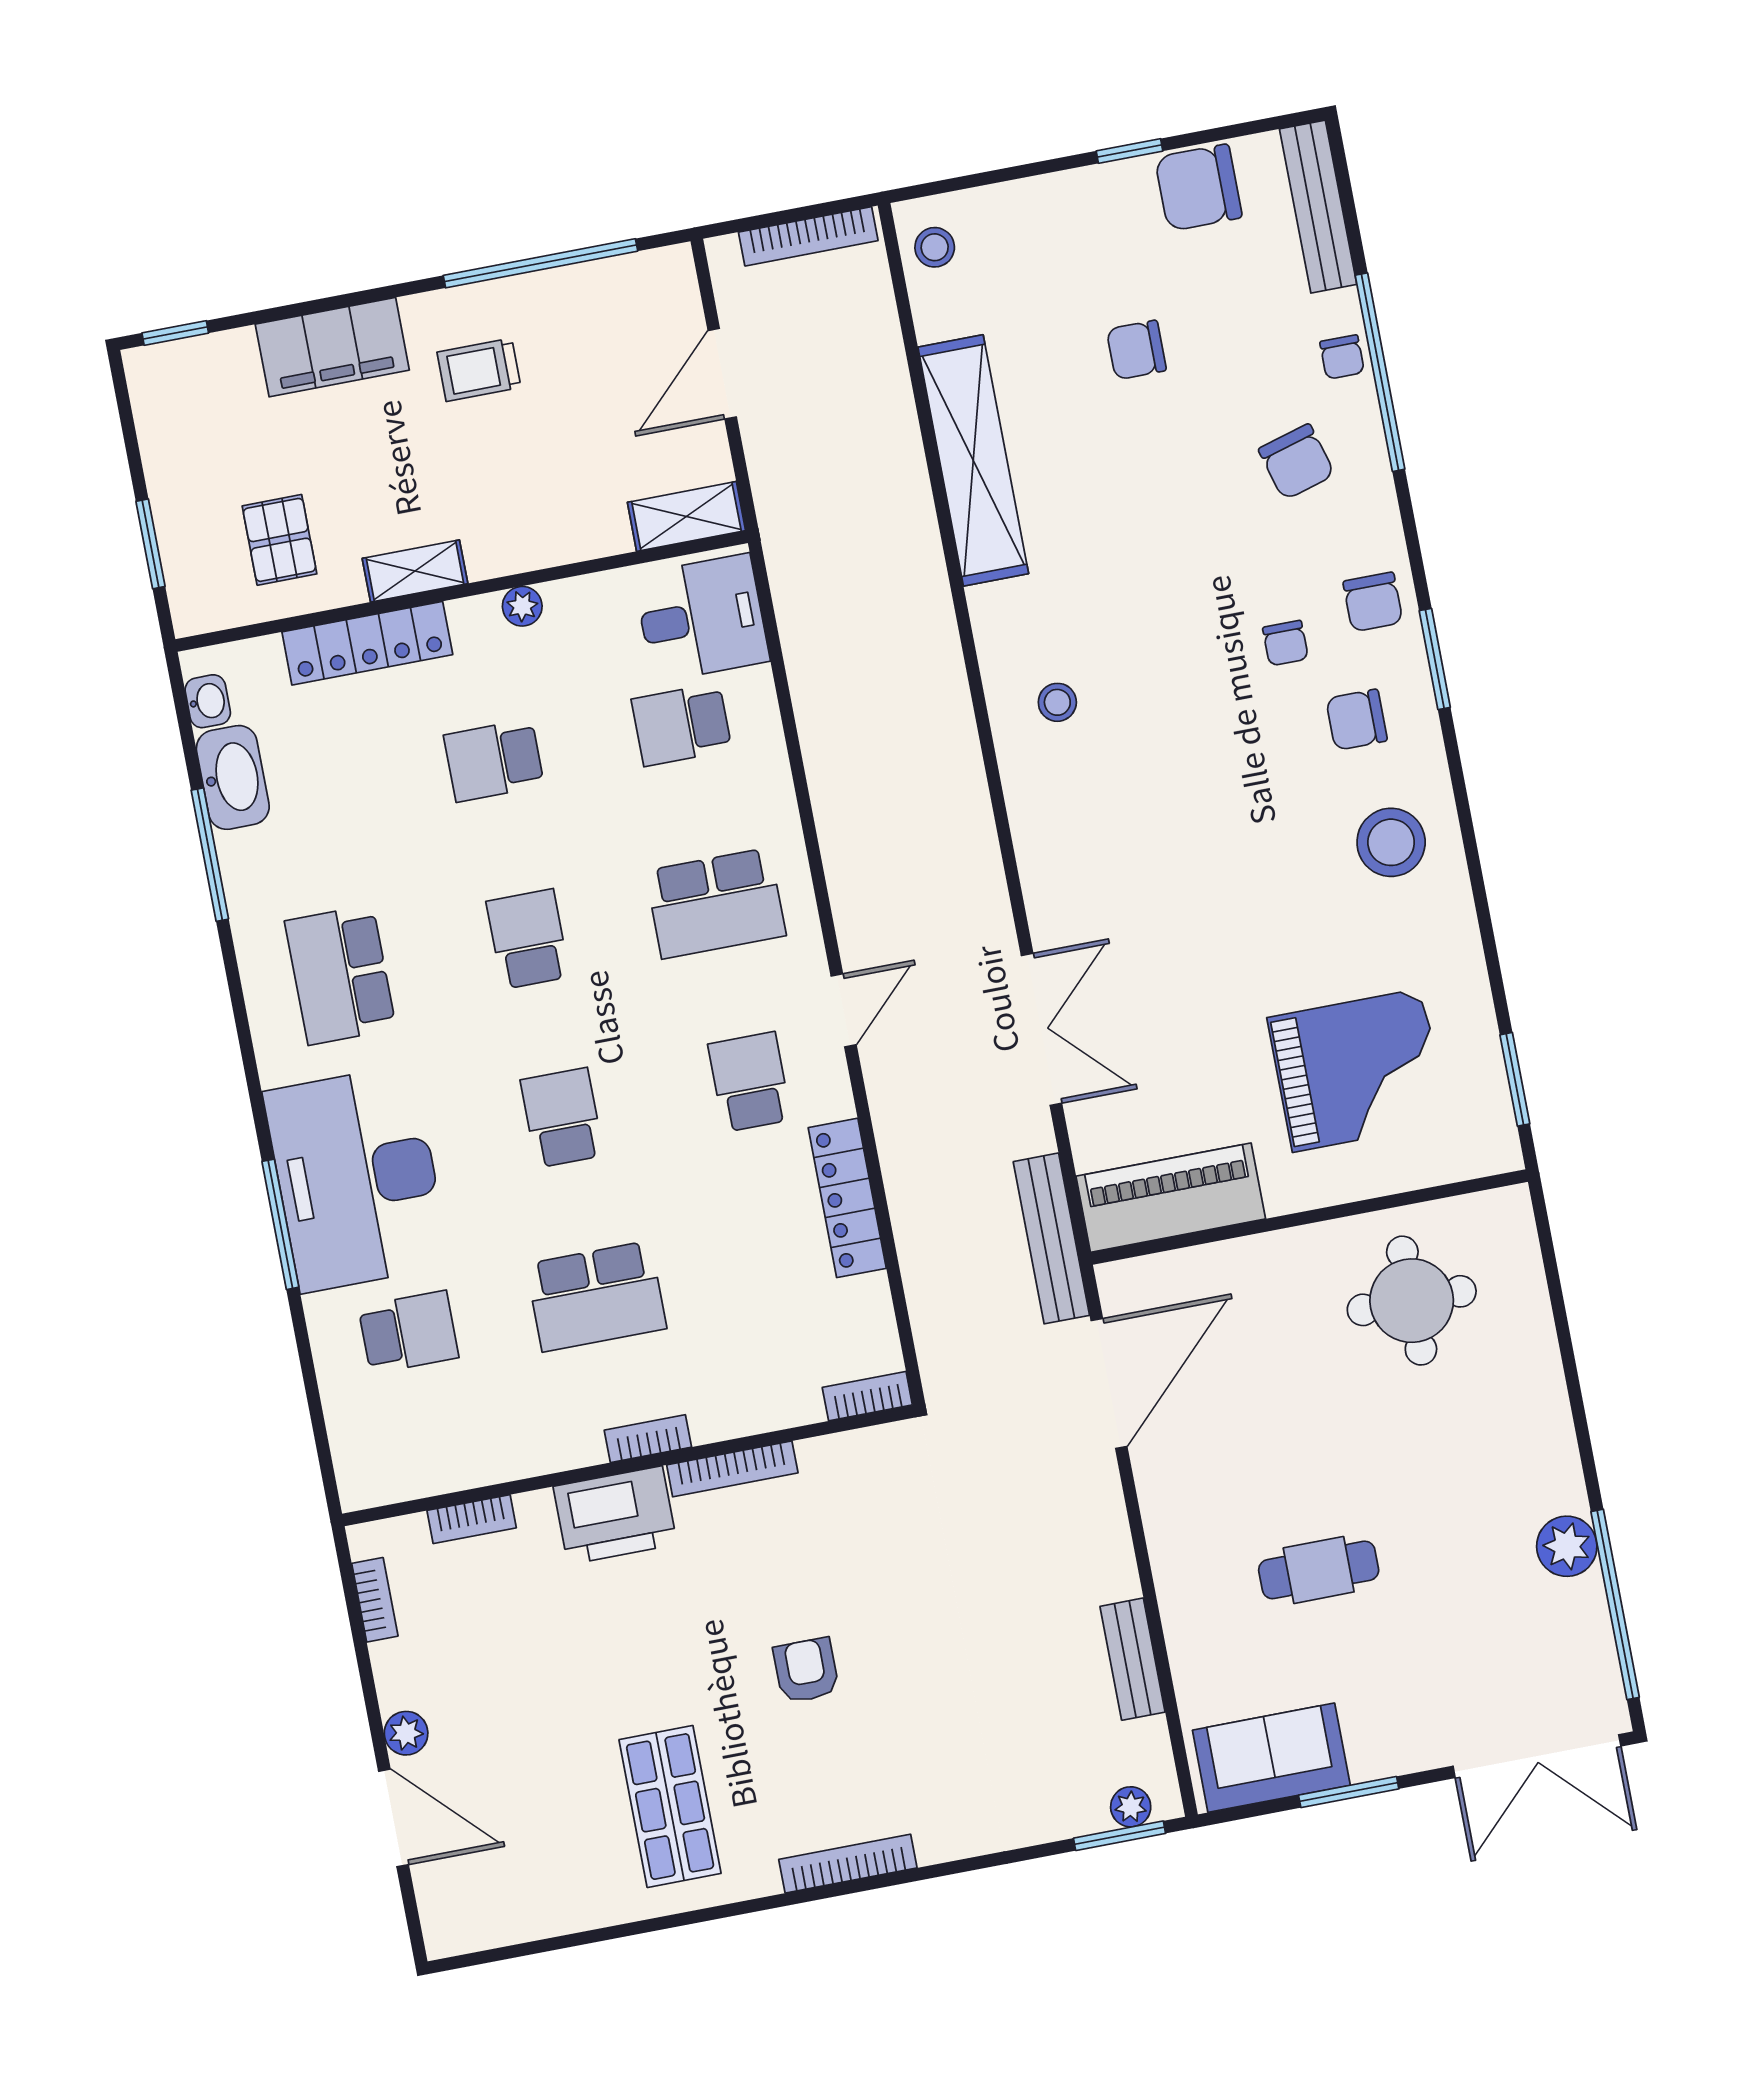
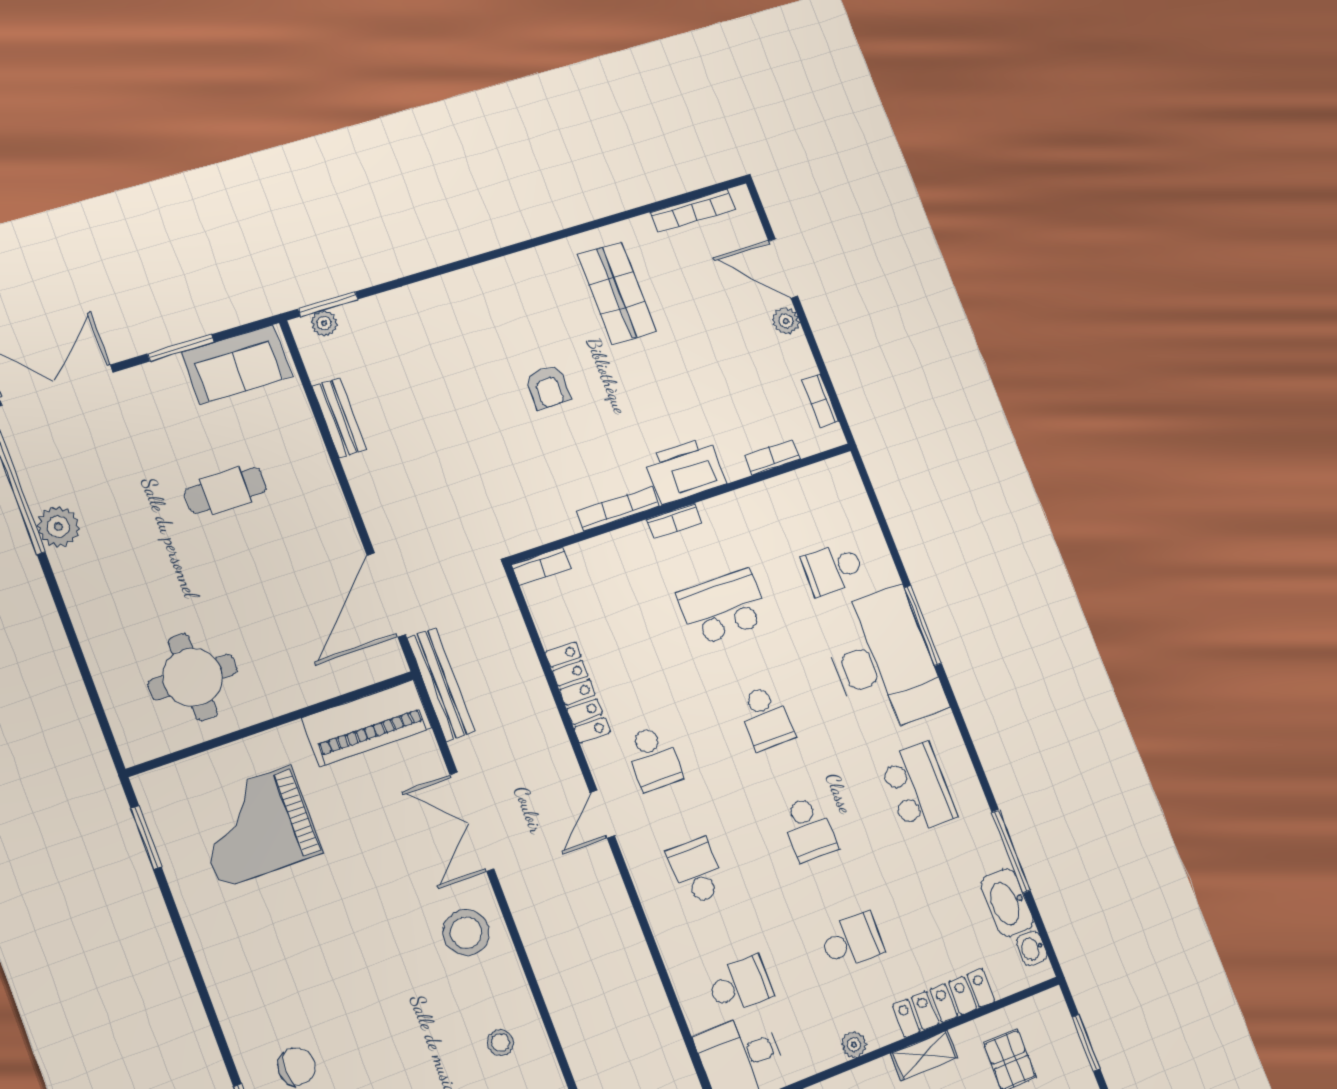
stool: (1391, 842) -> (466, 932), moved
school desk: (716, 903) -> (696, 871), width x0.54
bookcase: (848, 1864) -> (693, 211), moved

